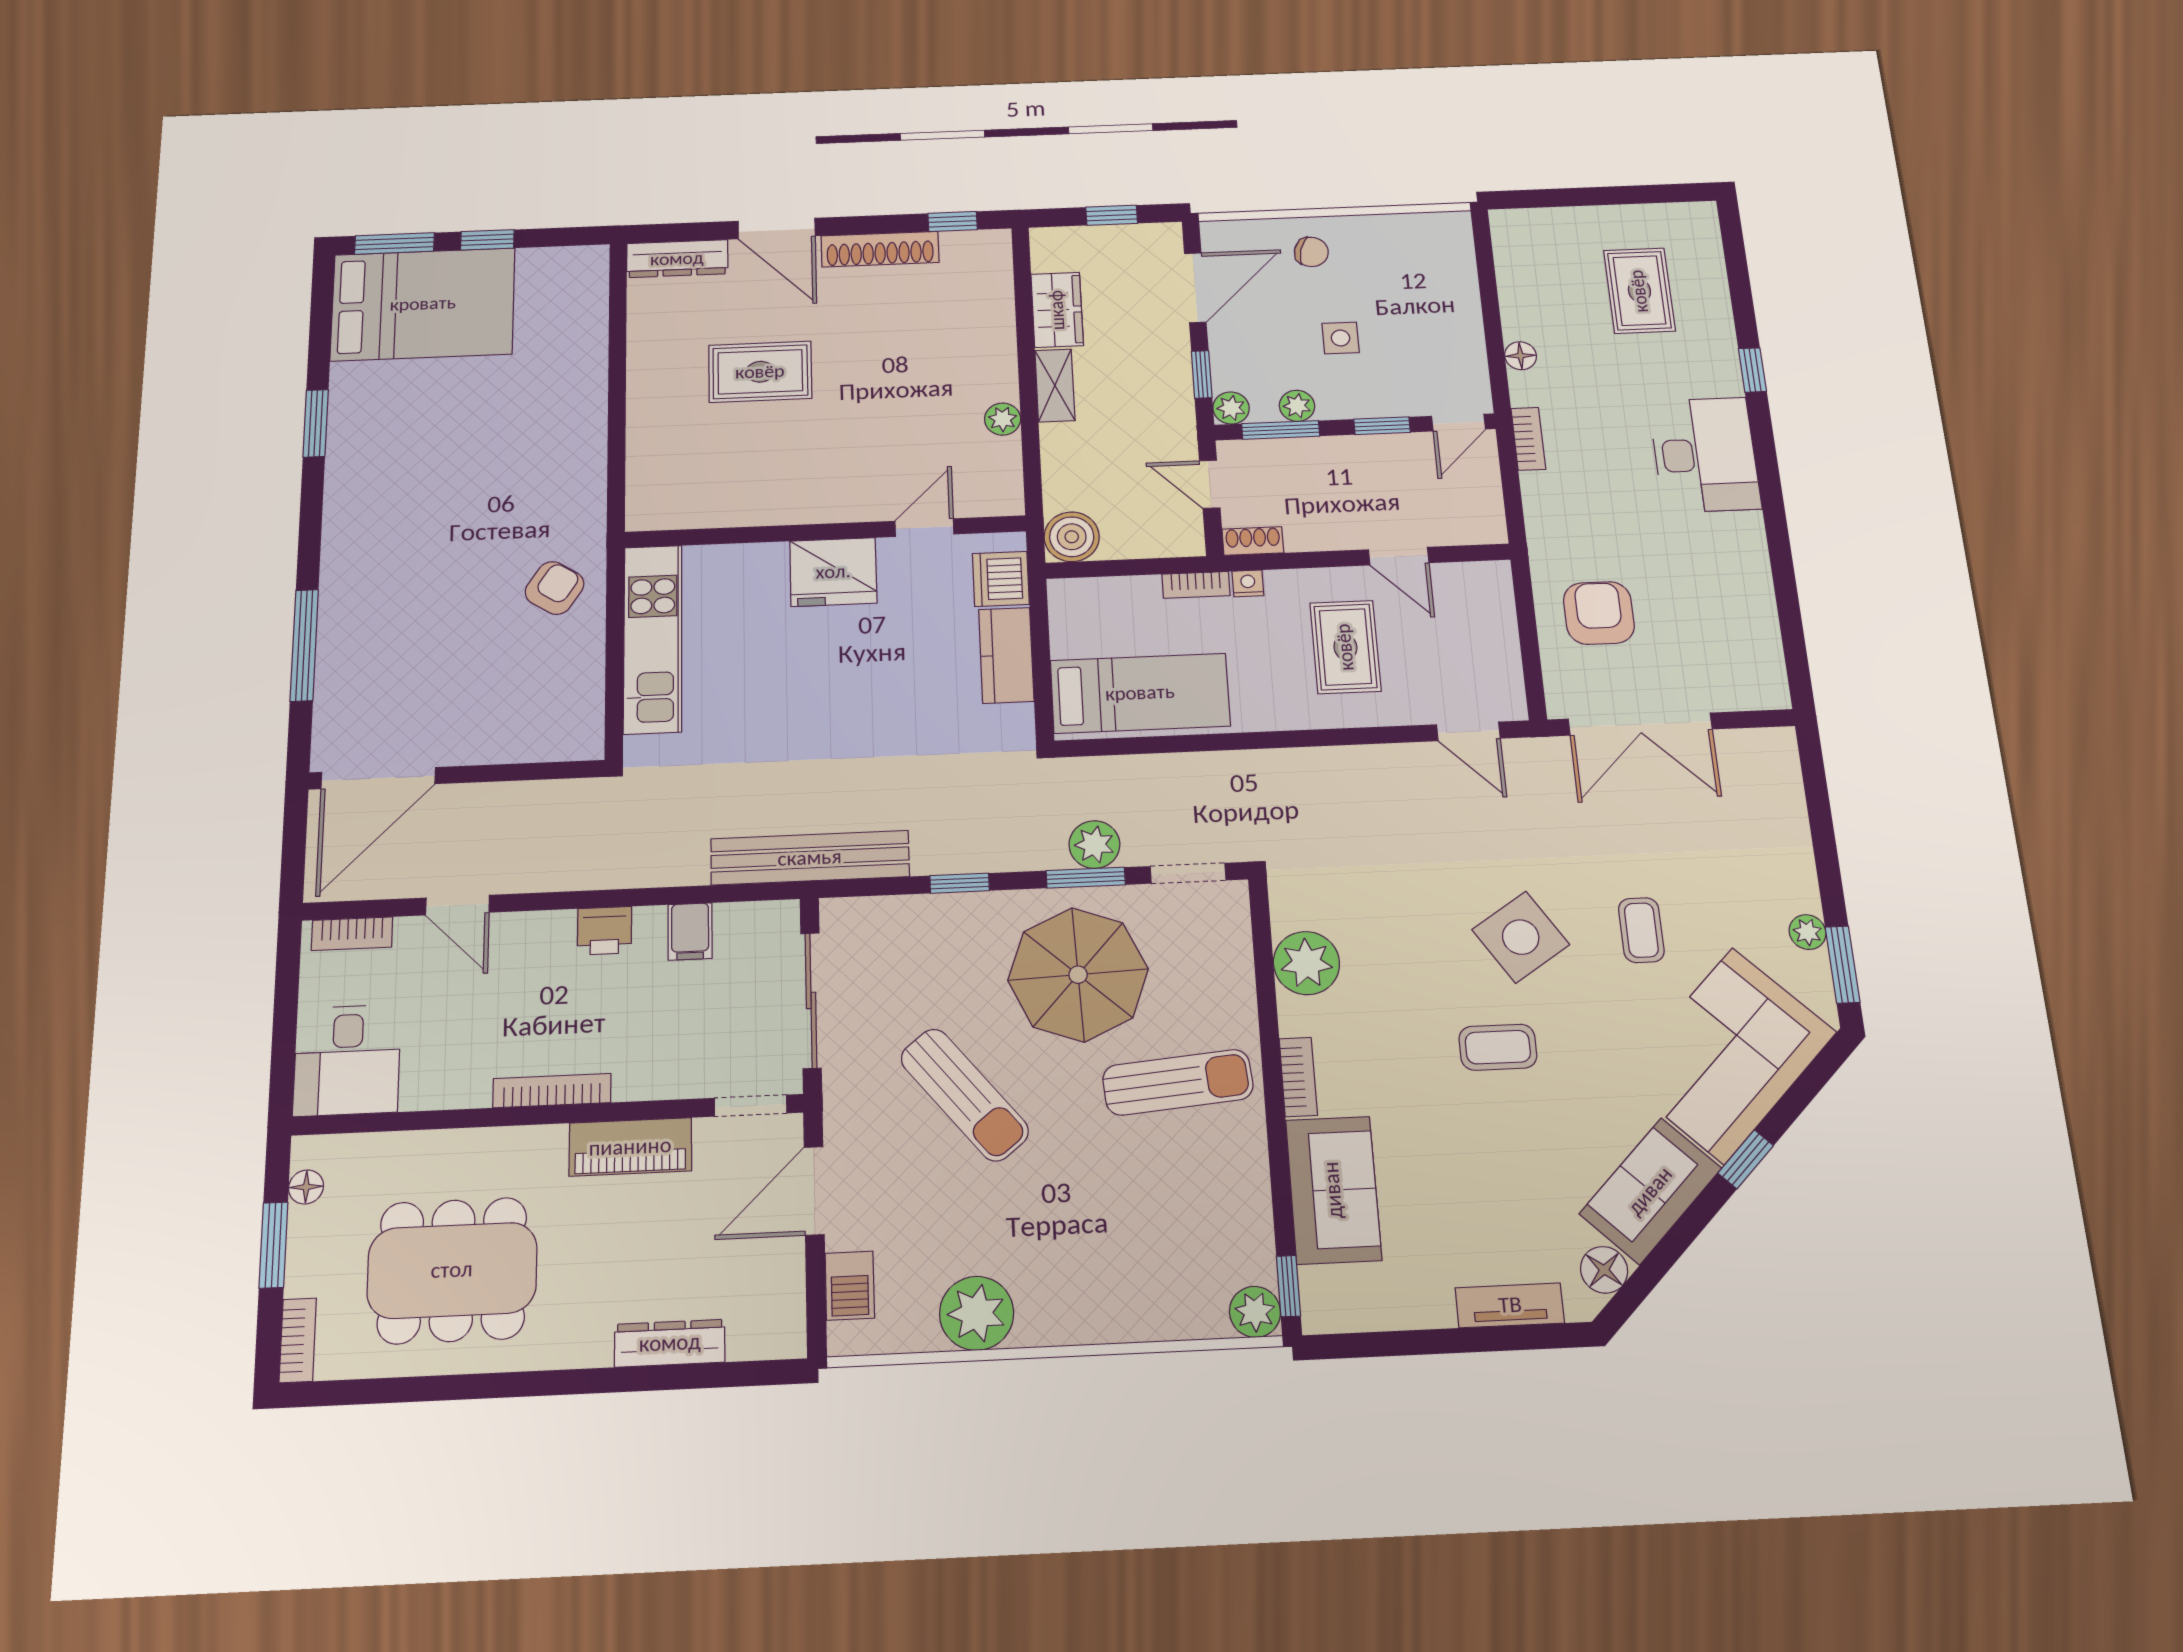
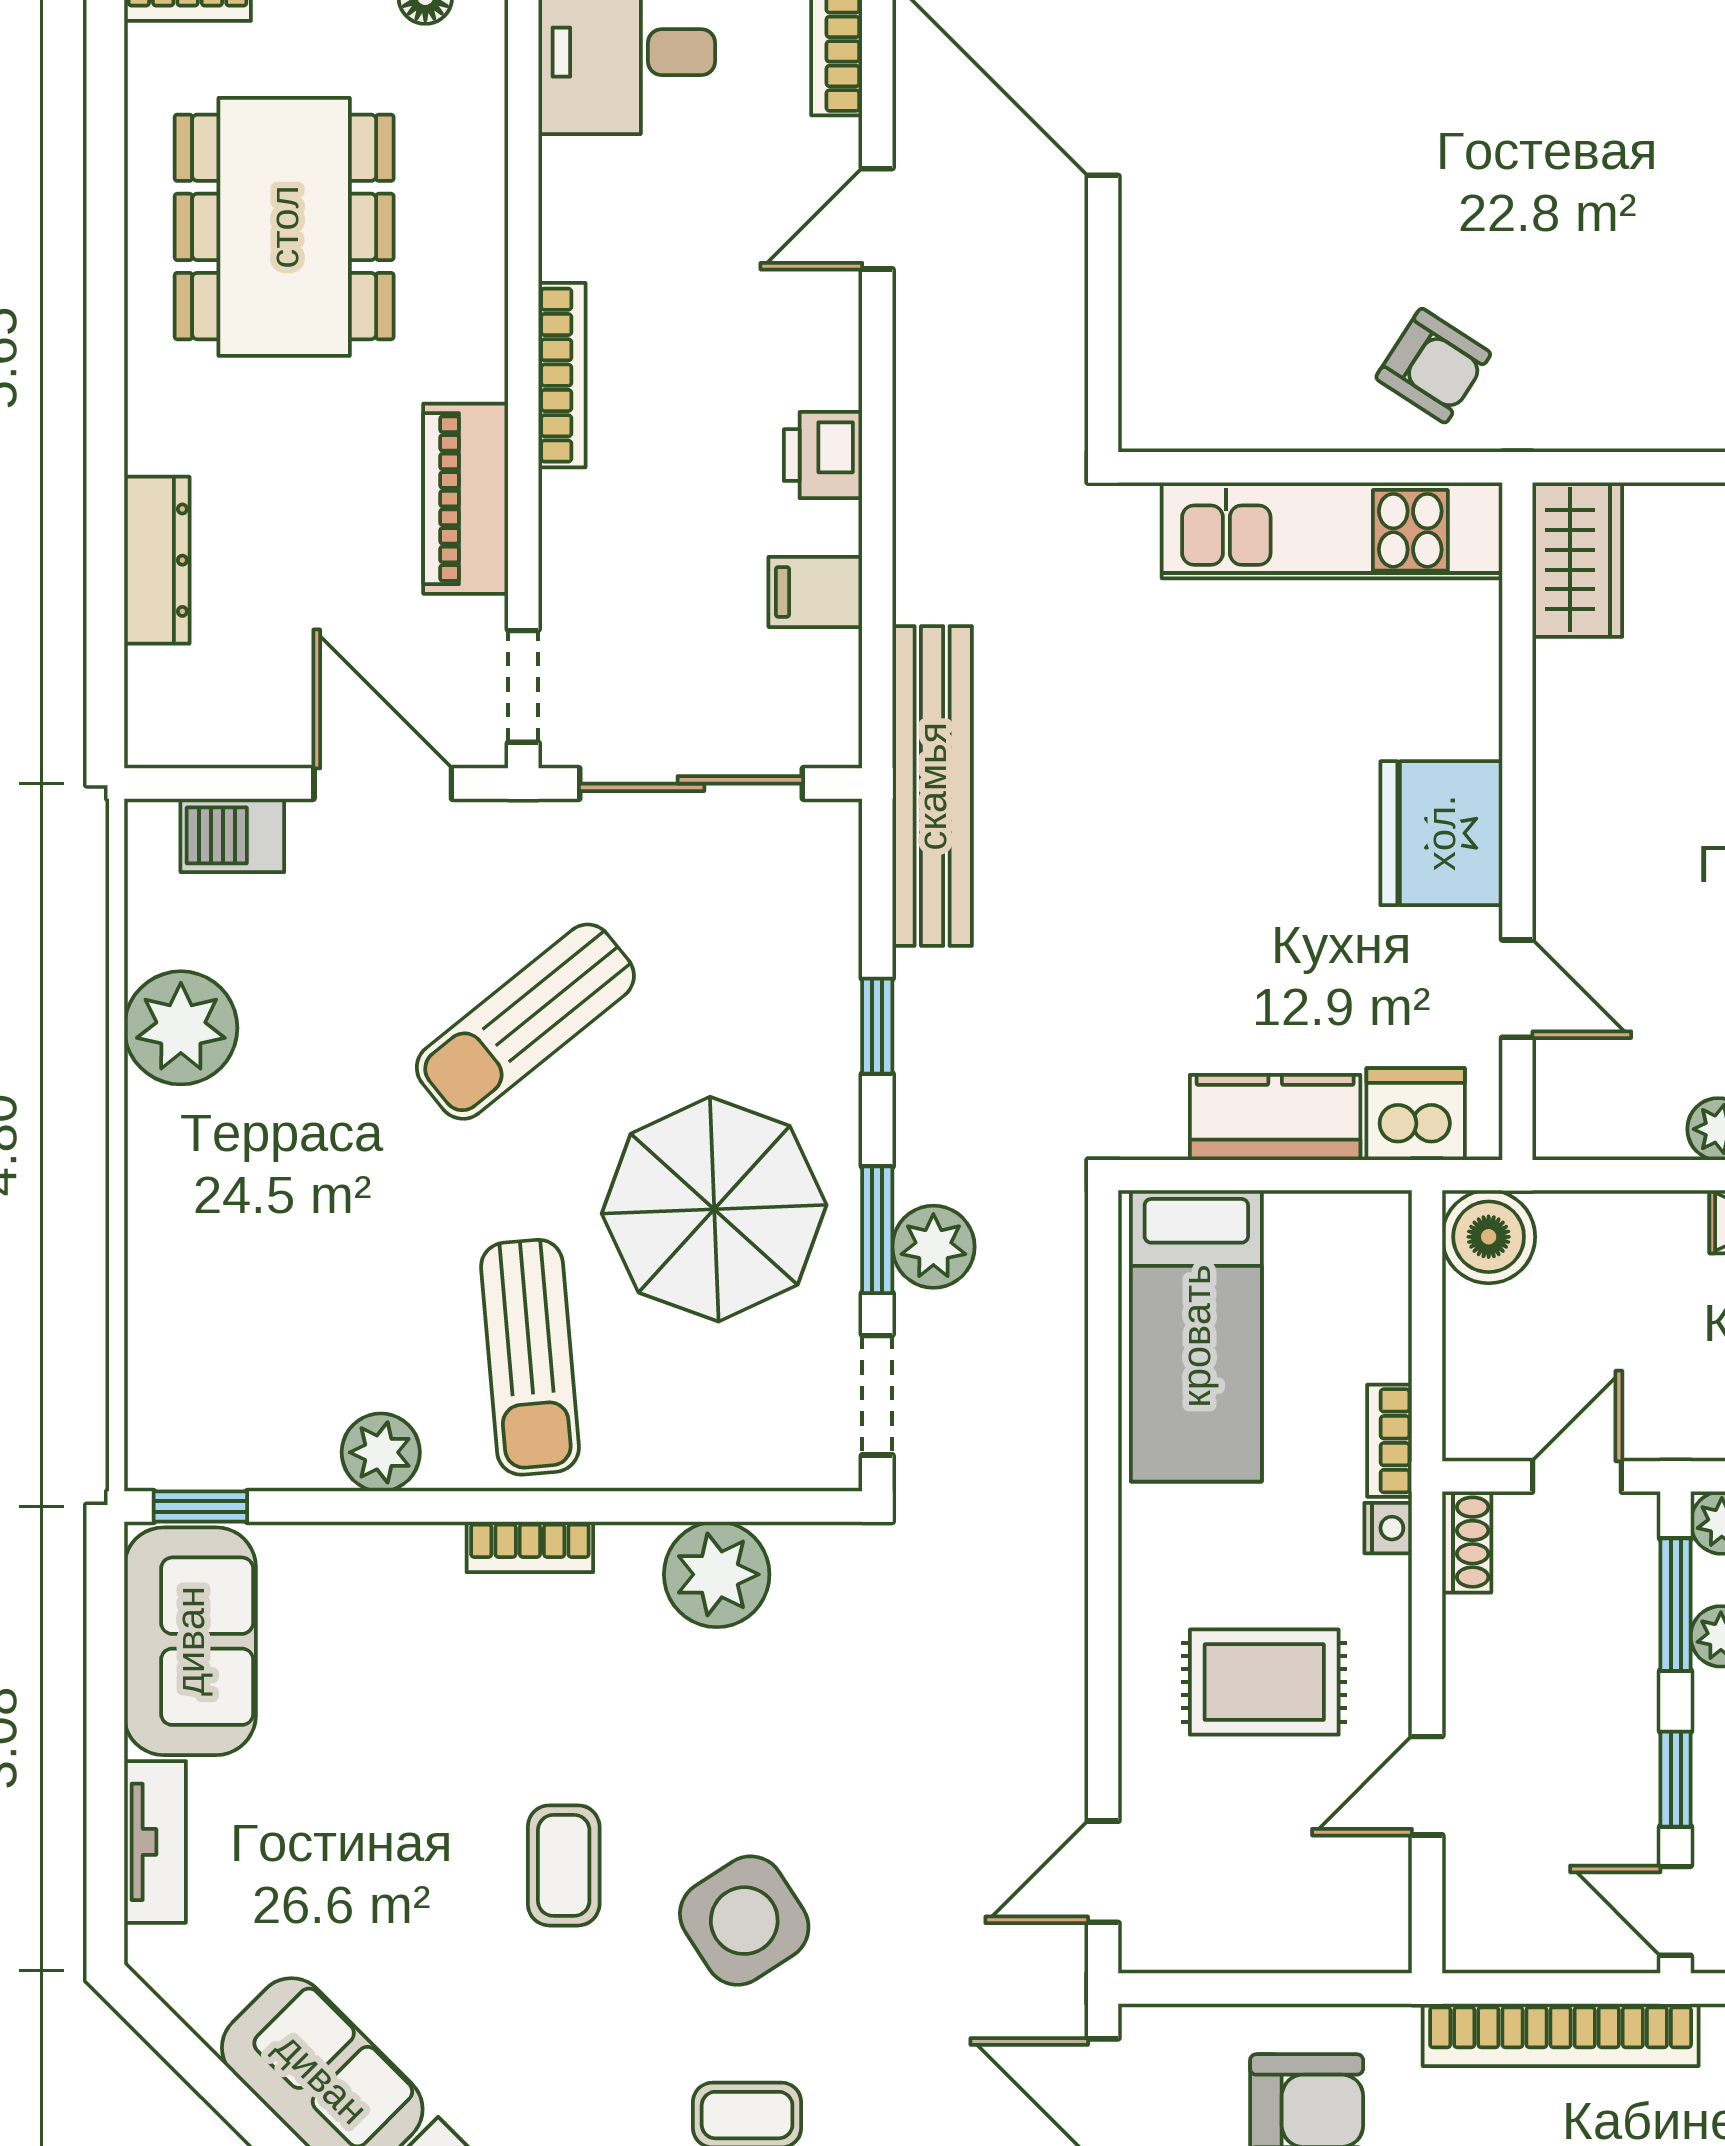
bookcase: (1528, 439) -> (1561, 2035), width x2.31, depth x1.31
wardrobe: (670, 506) -> (1577, 560), added
sofa: (1333, 1190) -> (190, 1641), moved, turned -90
floor lamp: (1604, 1270) -> (203, 1992), removed
plant: (1255, 1312) -> (381, 1452), moved

